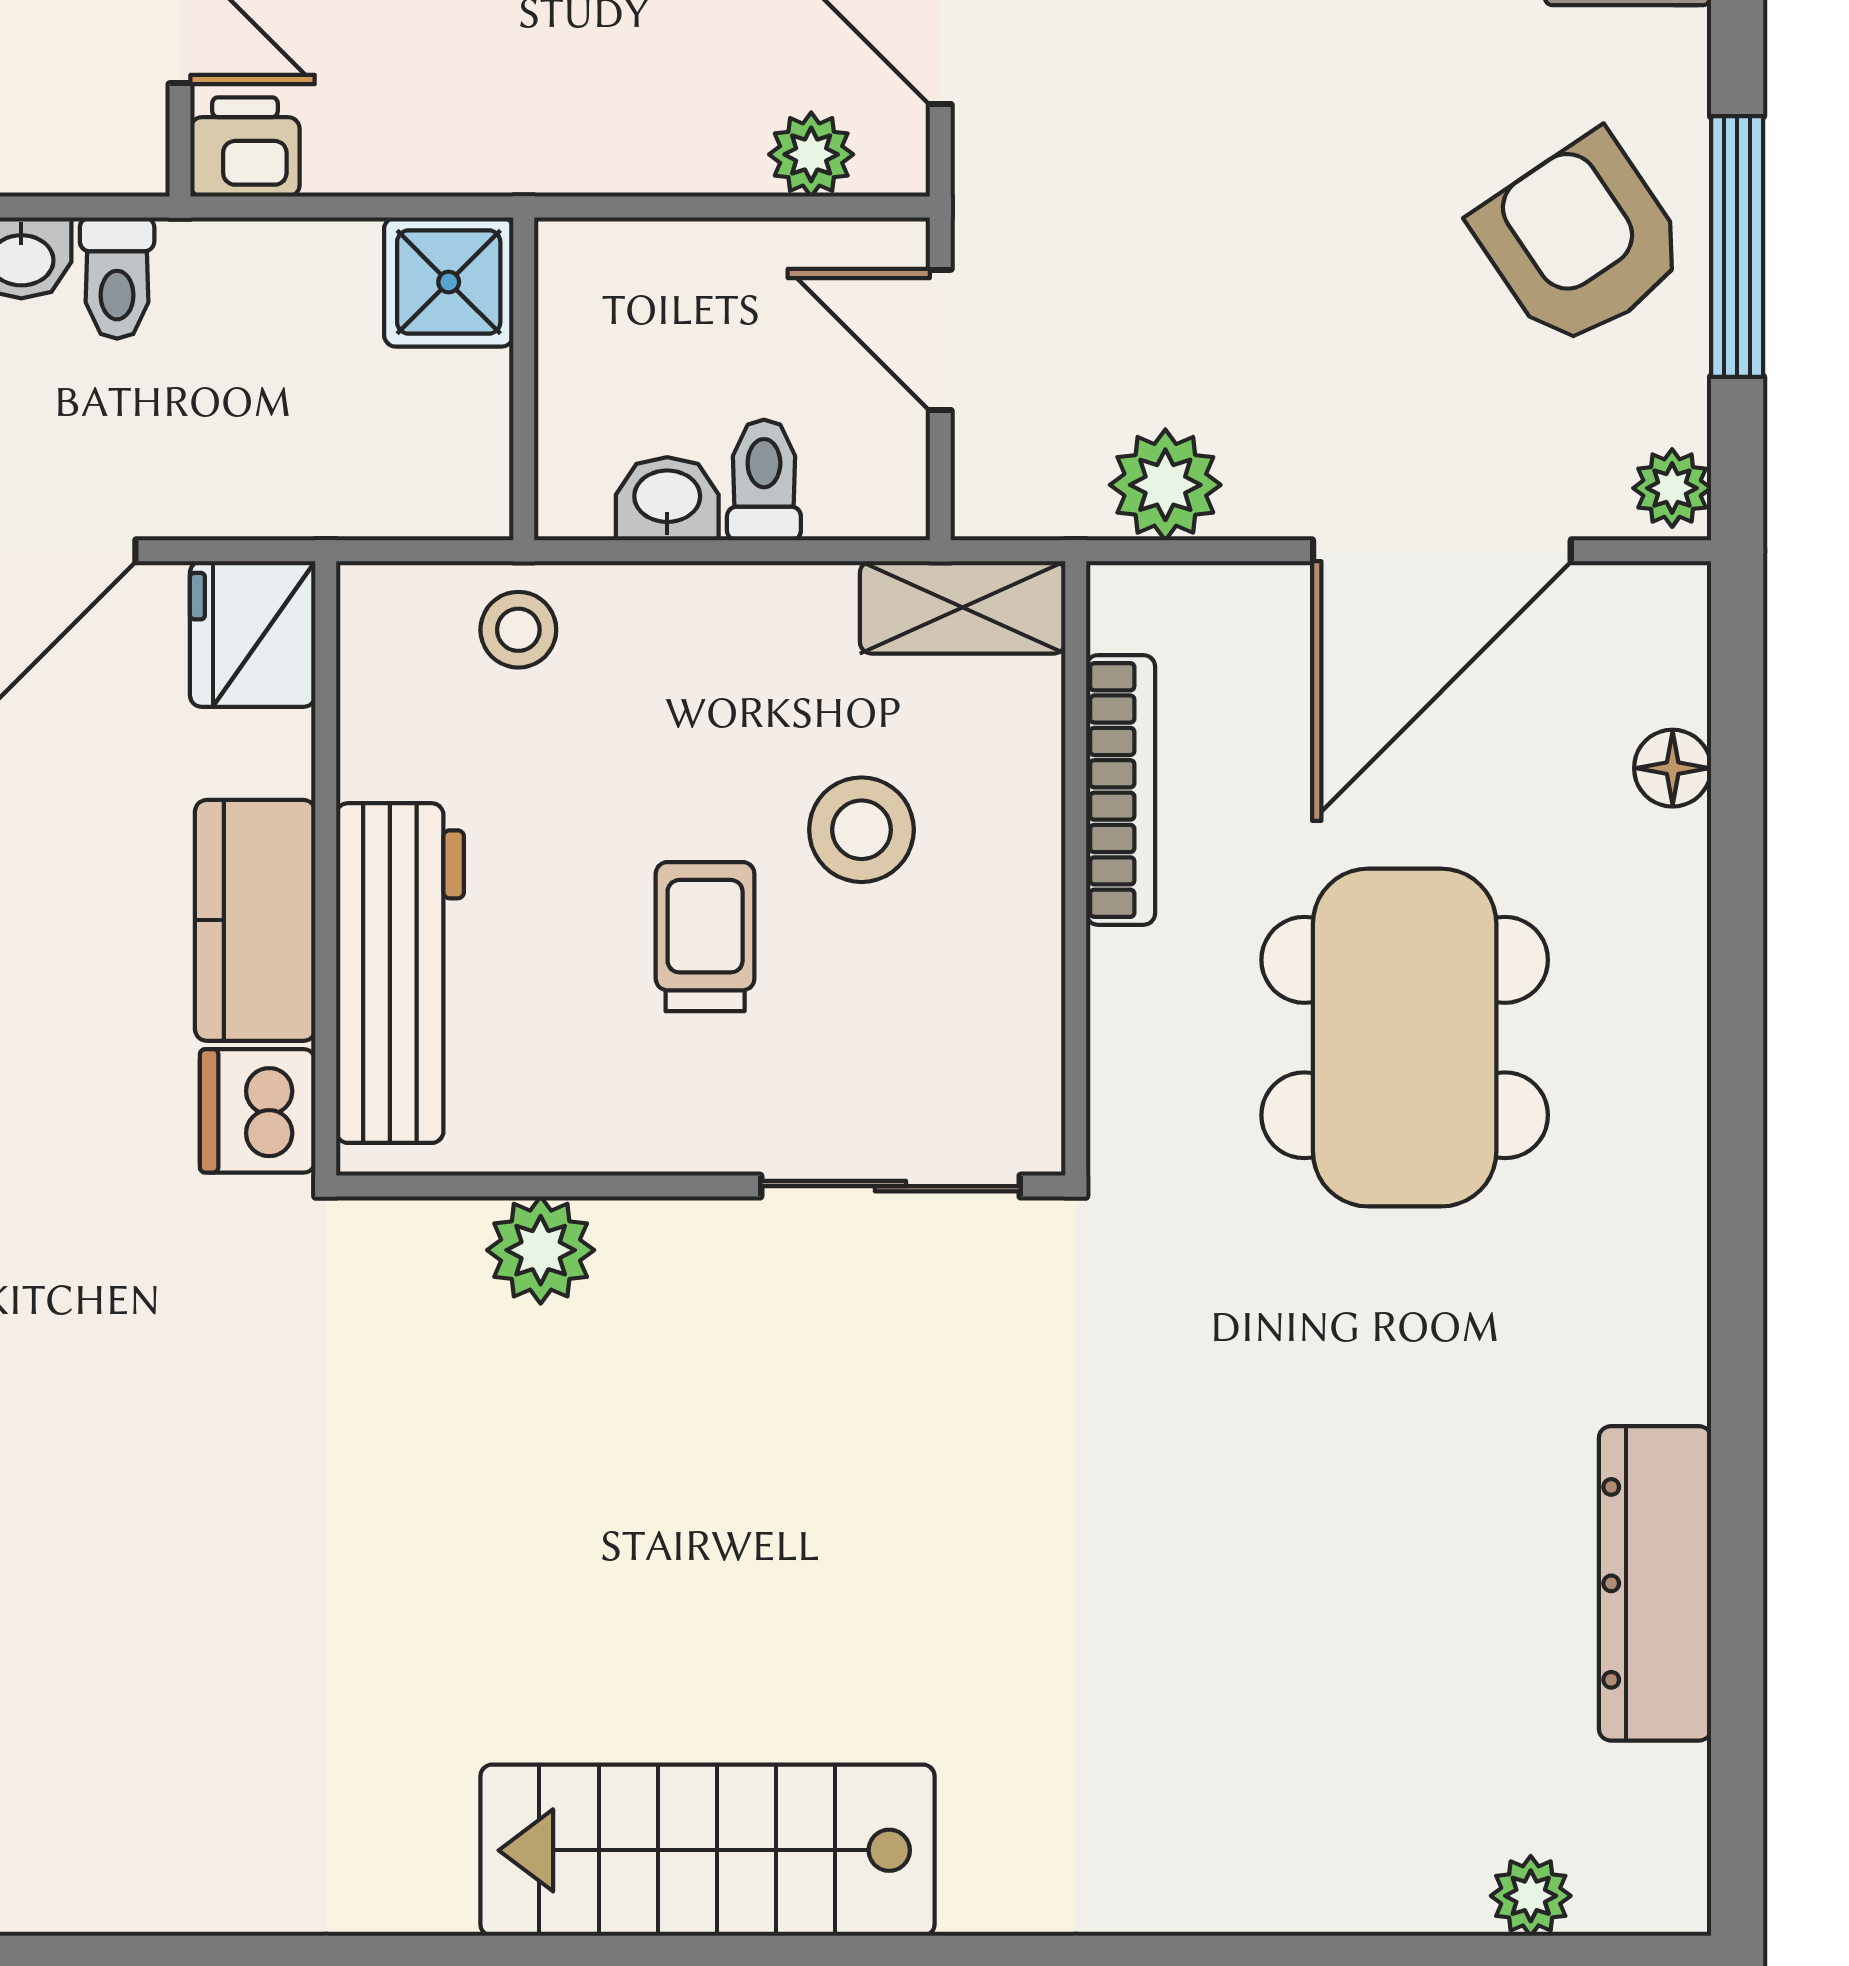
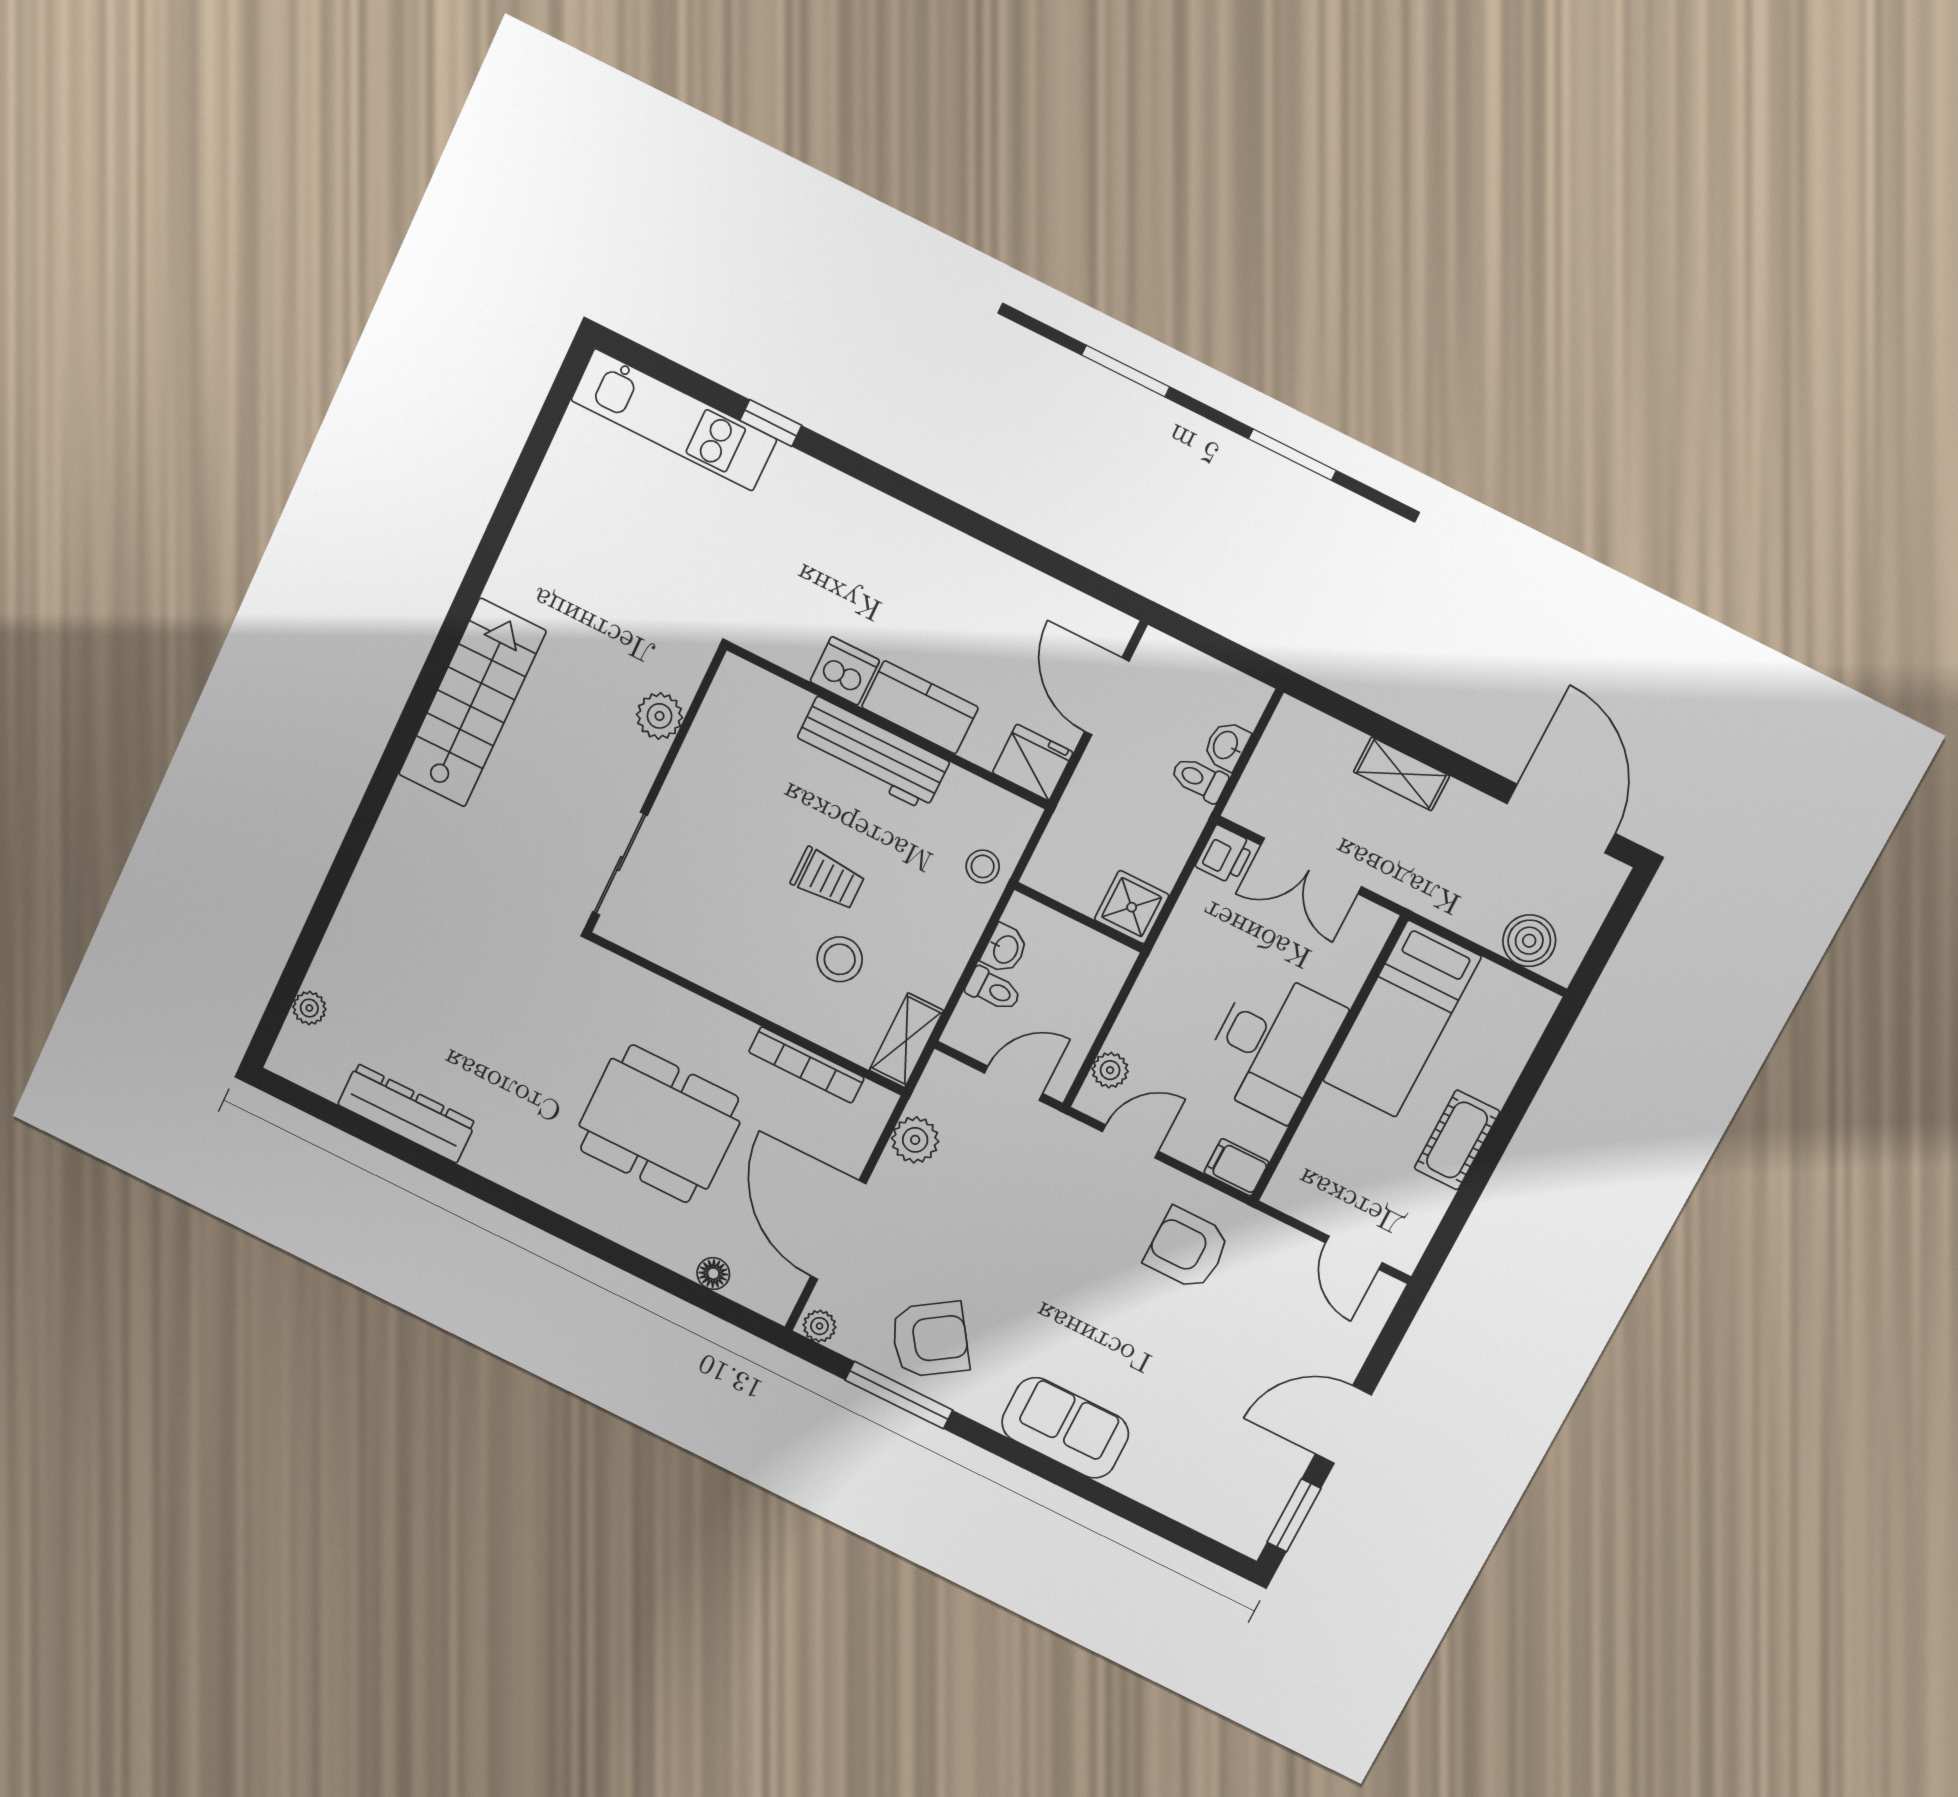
wall: (701, 1186) -> (655, 791), moved
sliding door: (890, 1186) -> (620, 864), moved
plant: (541, 1250) -> (659, 716), moved

